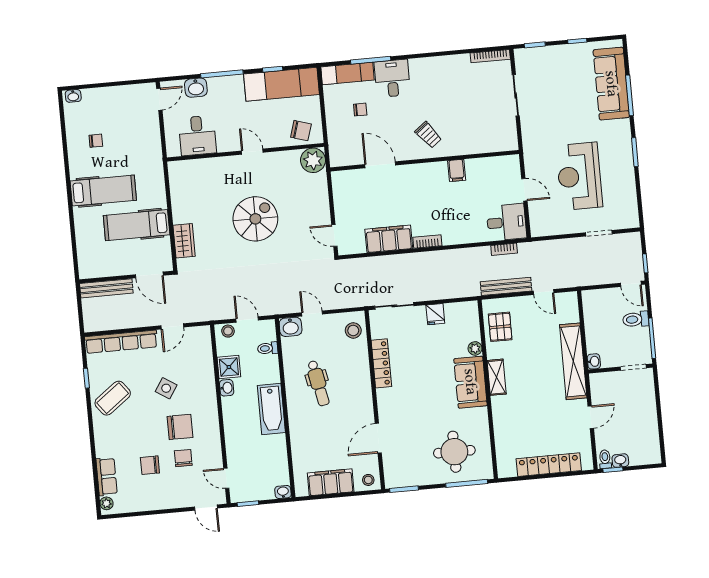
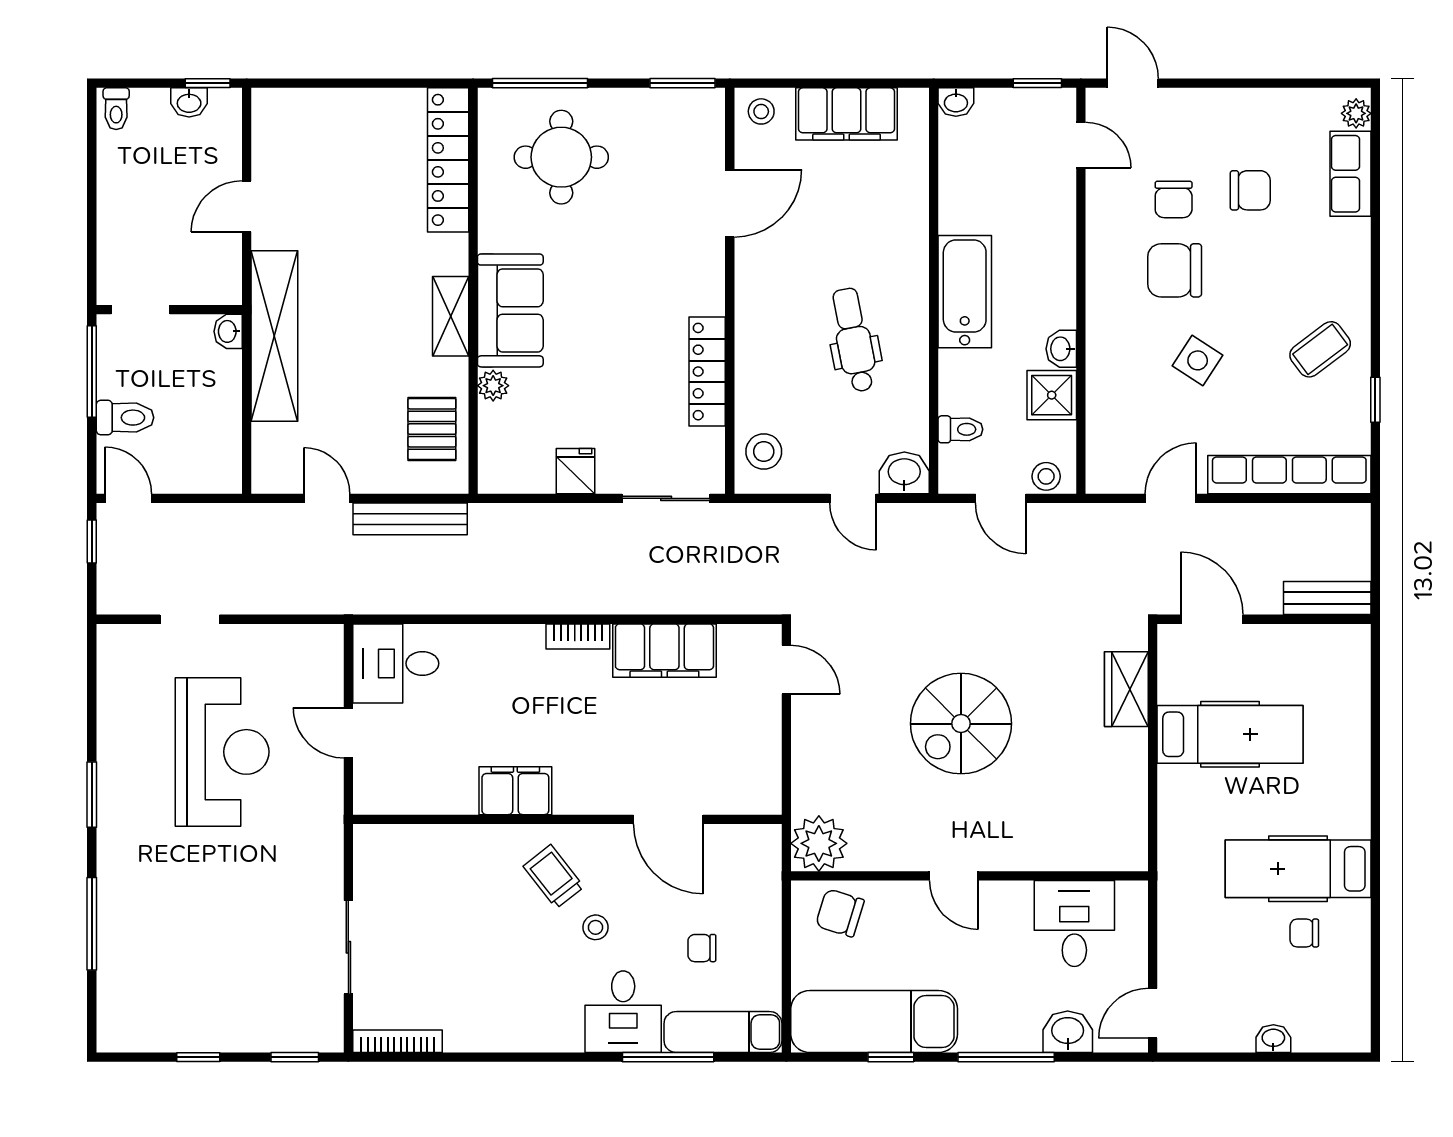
sofa: (611, 84) -> (130, 954), removed
washbasin: (73, 96) -> (1273, 1039), moved
stool: (408, 114) -> (596, 927), added
filing cabinet: (457, 170) -> (515, 791), width x2.00
hospital bed: (103, 191) -> (1298, 869), moved
bookcase: (504, 249) -> (407, 603), removed
bench: (106, 288) -> (1327, 598), width x0.73
coffee table: (113, 398) -> (1320, 349), width x0.73, depth x0.77
toilet: (605, 459) -> (116, 109), moved
locker: (549, 465) -> (448, 160), moved, turned 90

